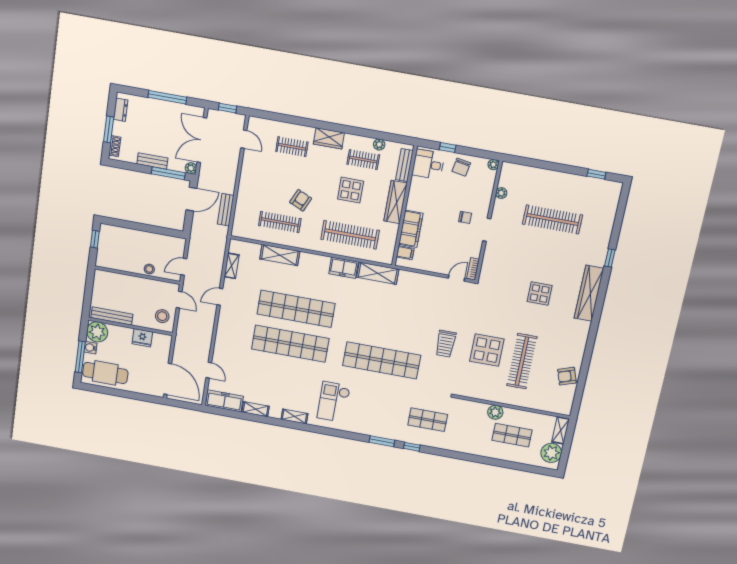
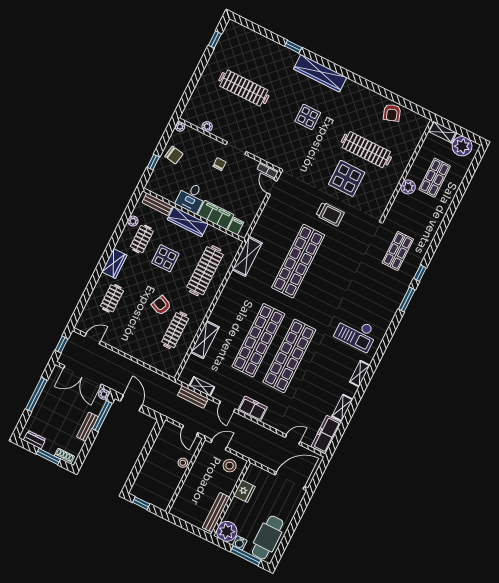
desk: (428, 164) -> (191, 197), moved
bench: (226, 210) -> (193, 397), moved
clothes rail: (552, 219) -> (244, 88), turned 90
freezer: (344, 268) -> (253, 409), moved, turned -90
shop shelf: (382, 360) -> (298, 261), moved

